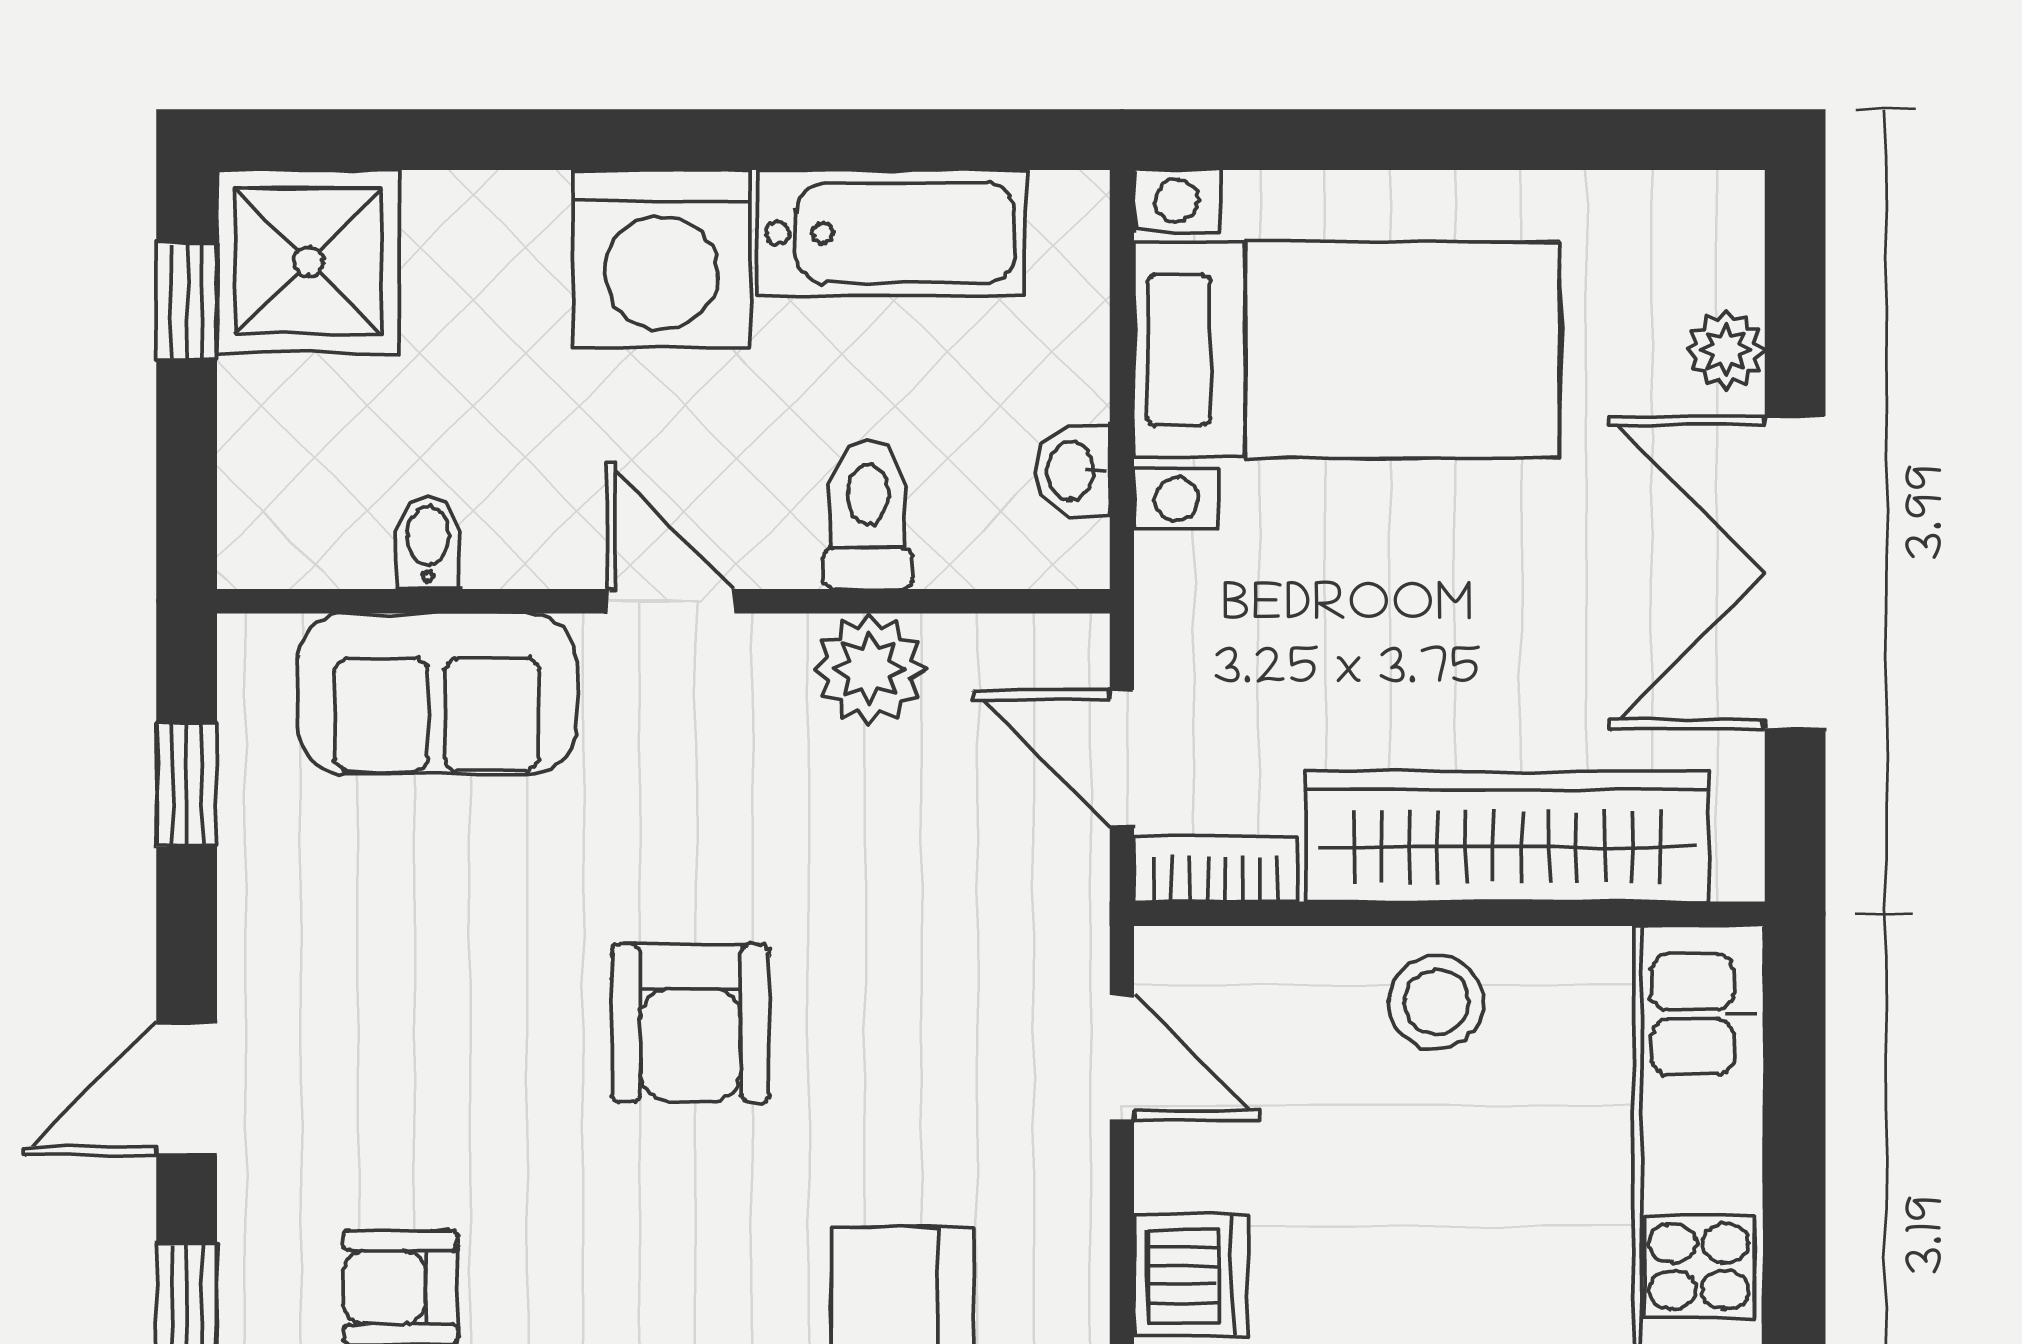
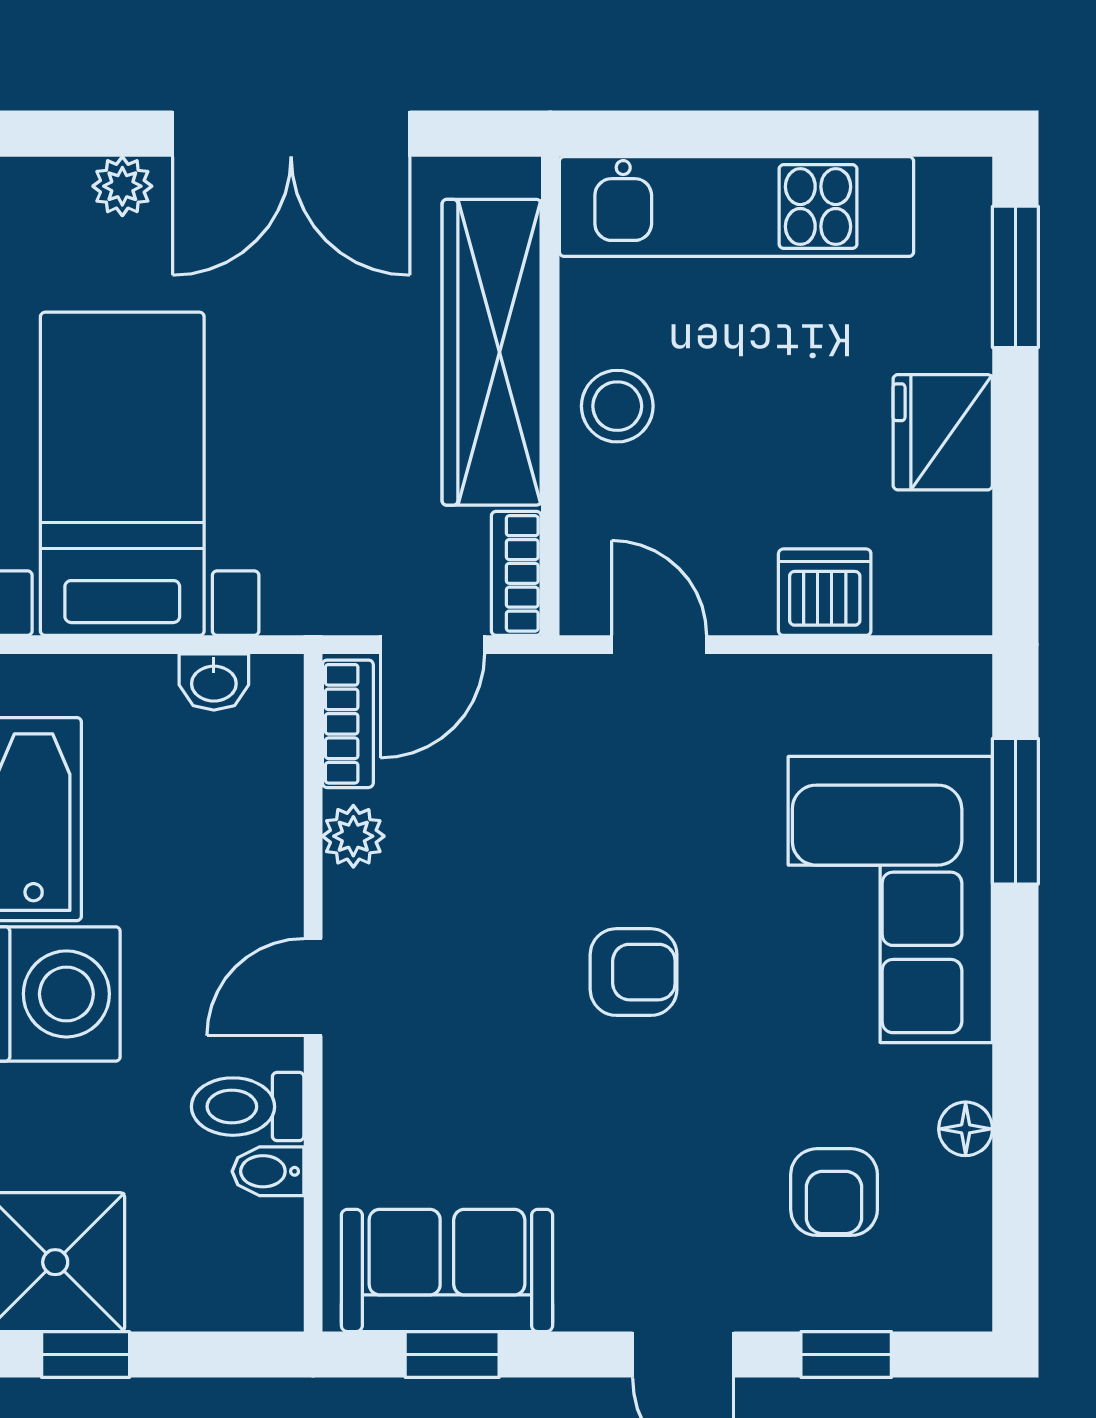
toilet: (868, 515) -> (248, 1107), moved
bookcase: (1018, 647) -> (348, 724), added
plant: (869, 669) -> (353, 836), width x0.73, depth x0.73
sofa: (437, 694) -> (447, 1270), moved, turned -90
armchair: (691, 1023) -> (634, 972), width x0.72, depth x0.72
door: (1122, 1057) -> (659, 645), hinge flipped

